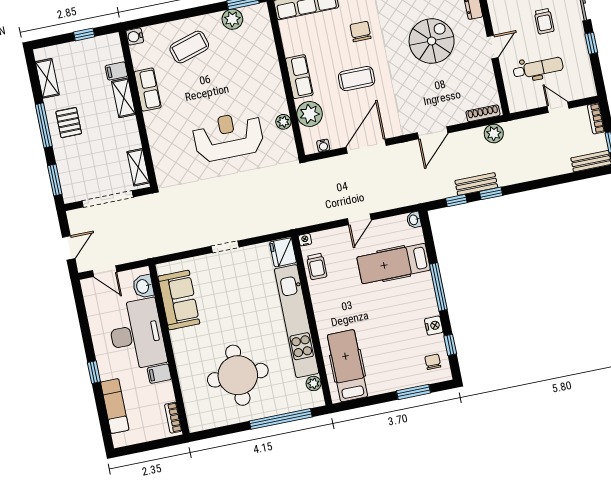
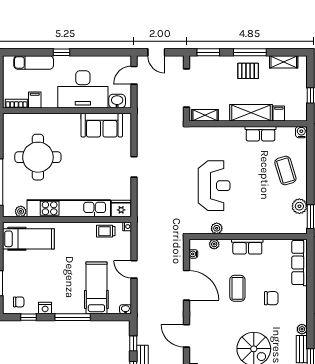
shelving: (124, 98) -> (251, 113), width x1.50, depth x1.33
plant: (310, 114) -> (214, 244), width x0.53, depth x0.53
filing cabinet: (159, 374) -> (35, 100), moved

